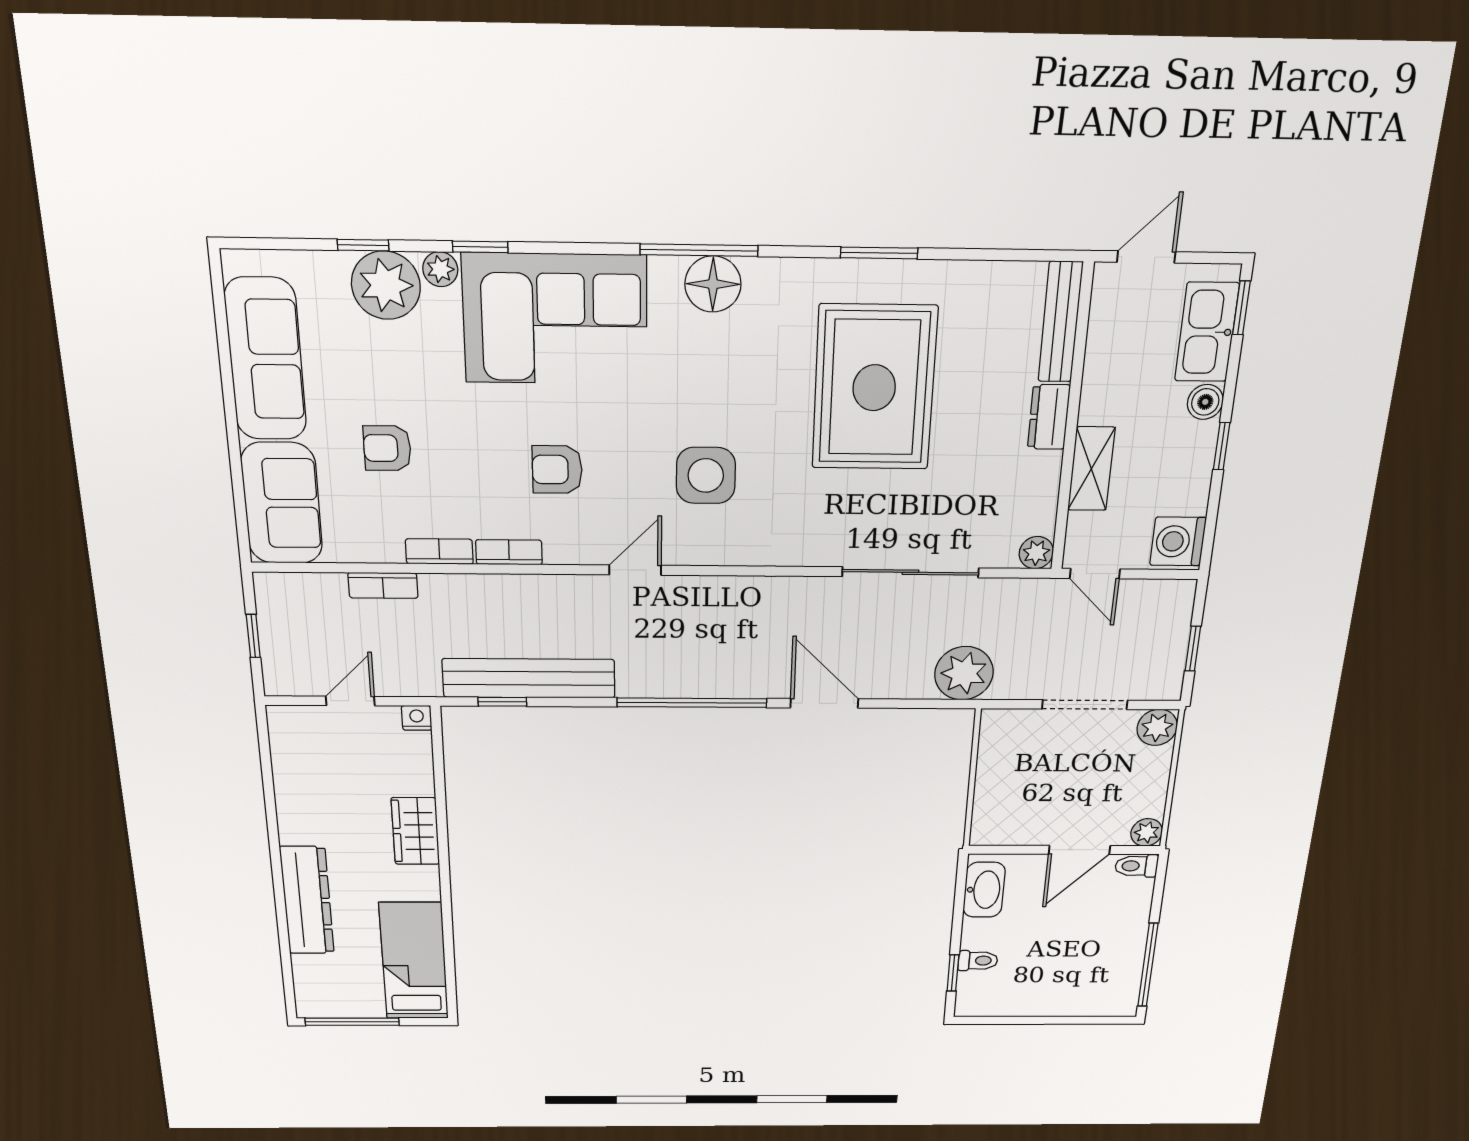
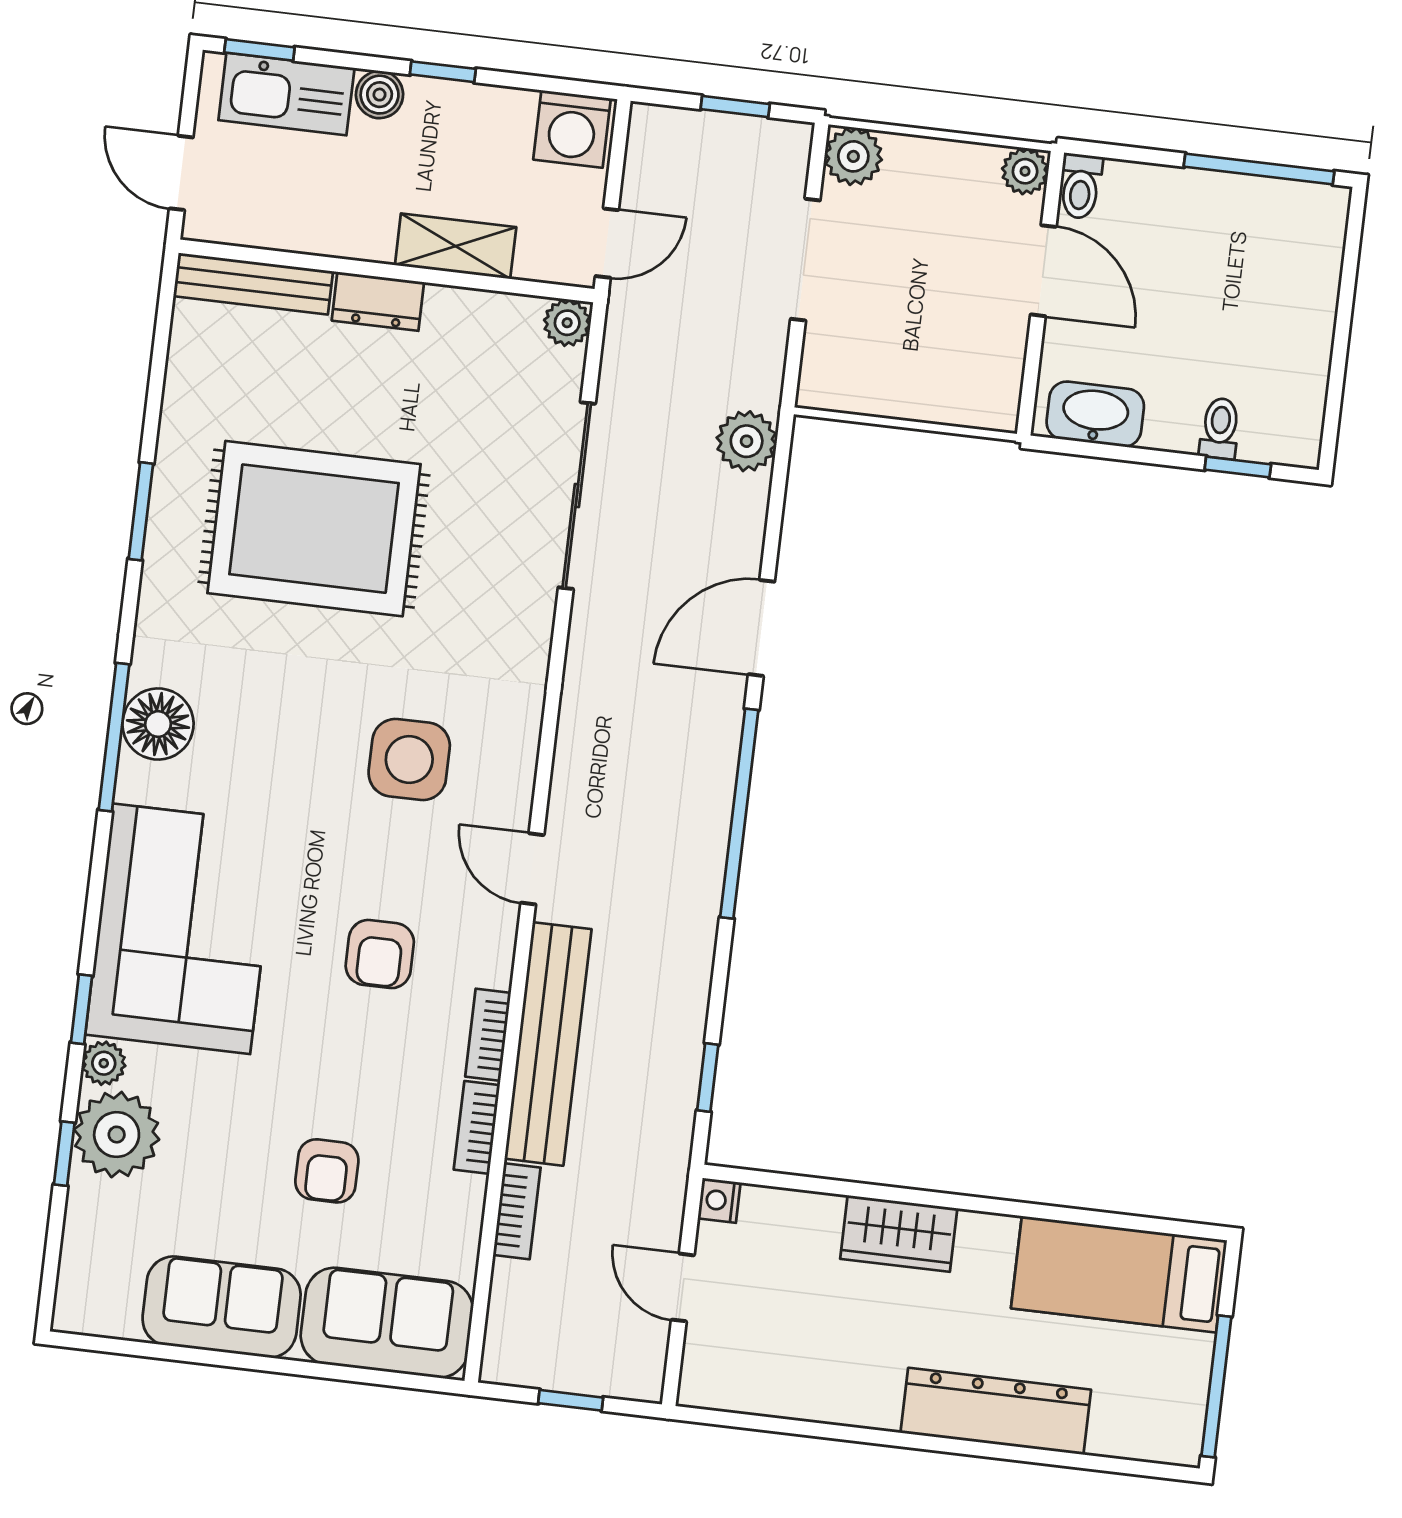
sofa: (266, 359) -> (222, 1307), width x0.73
plant: (964, 673) -> (747, 441), width x0.73, depth x0.73
bench: (529, 678) -> (548, 1044), moved

